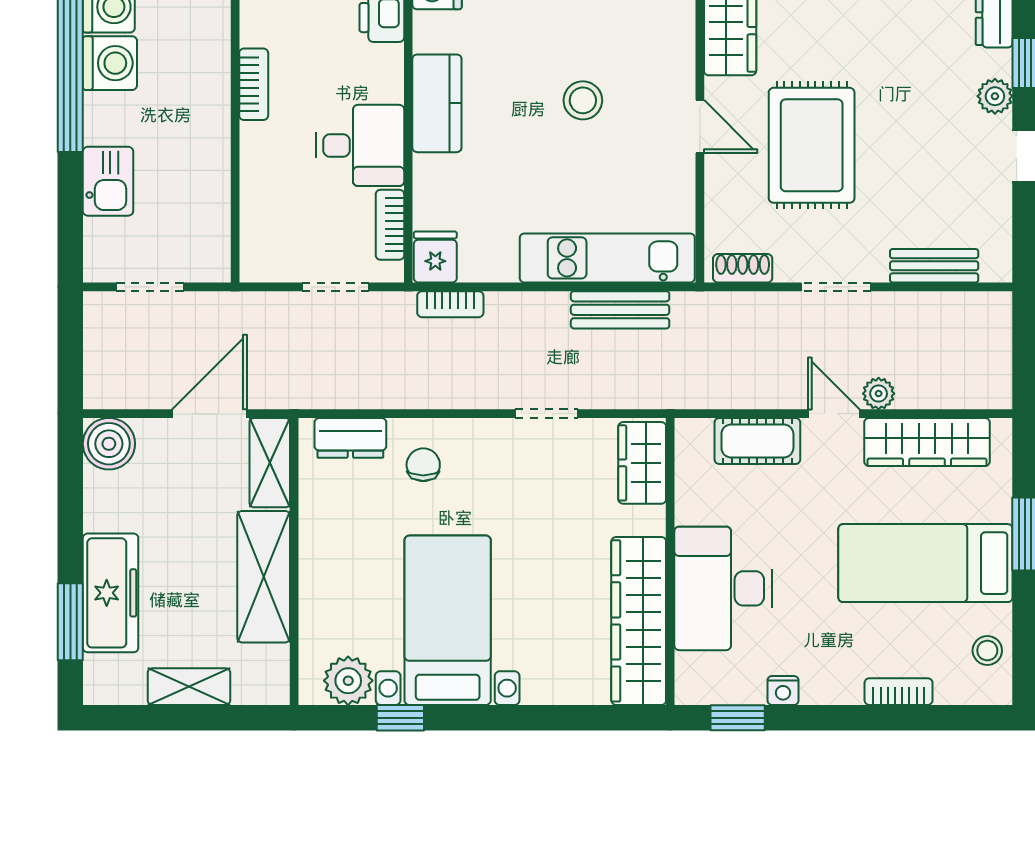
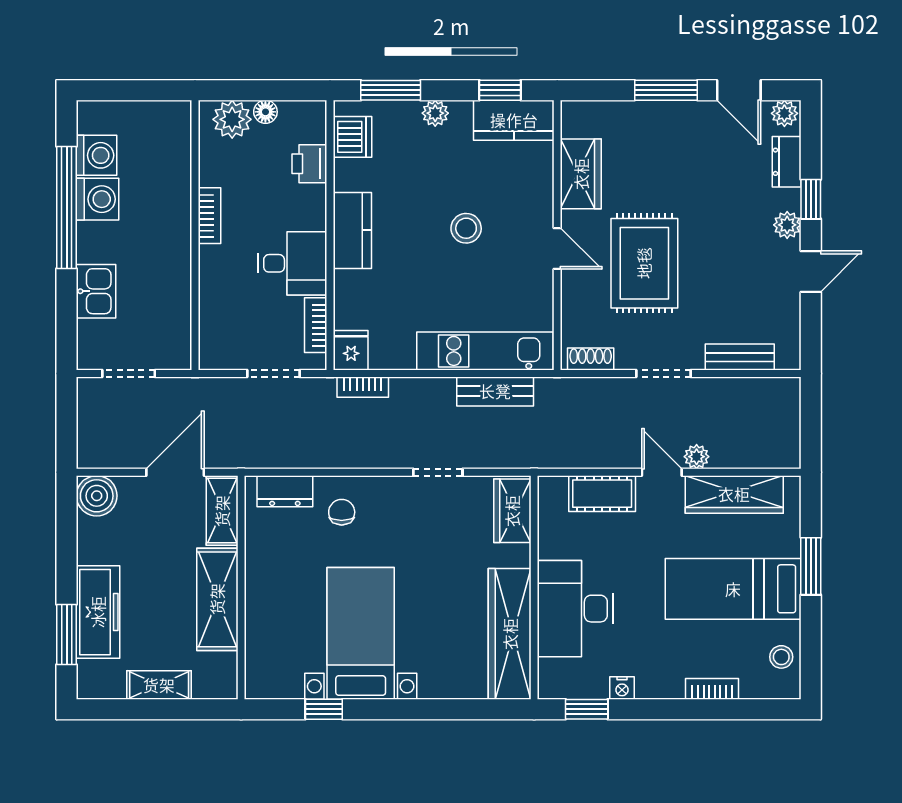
plant: (348, 681) -> (283, 680), removed

